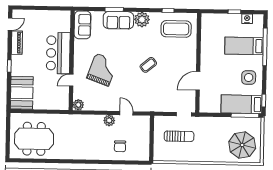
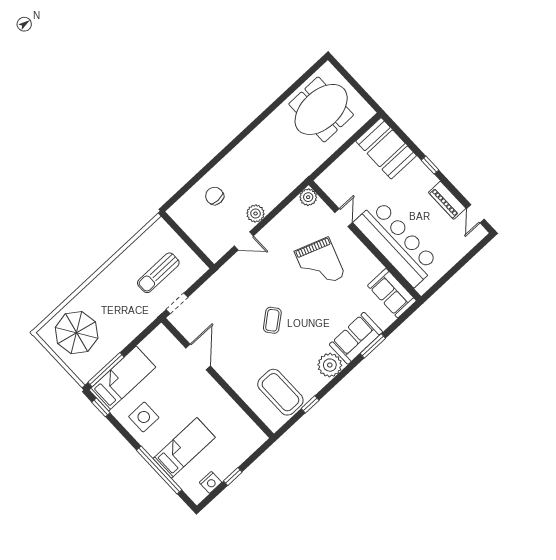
coffee table: (176, 29) -> (280, 392), turned 90
bar counter: (58, 53) -> (397, 243), width x1.36

